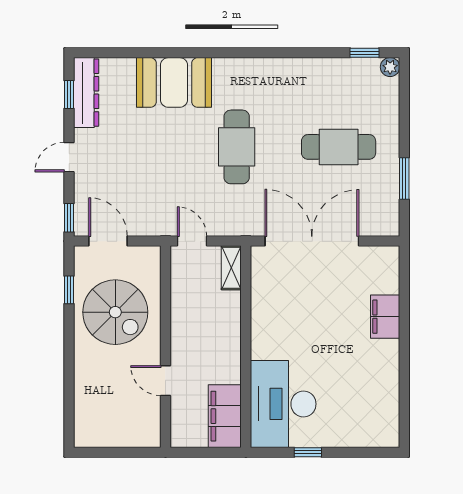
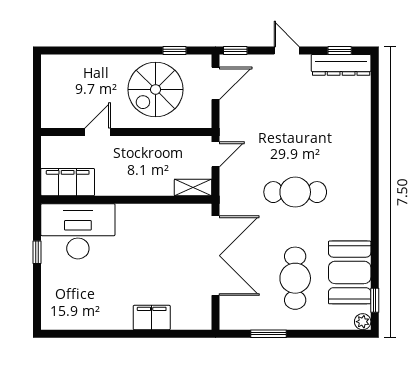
booth: (174, 82) -> (350, 272), moved

